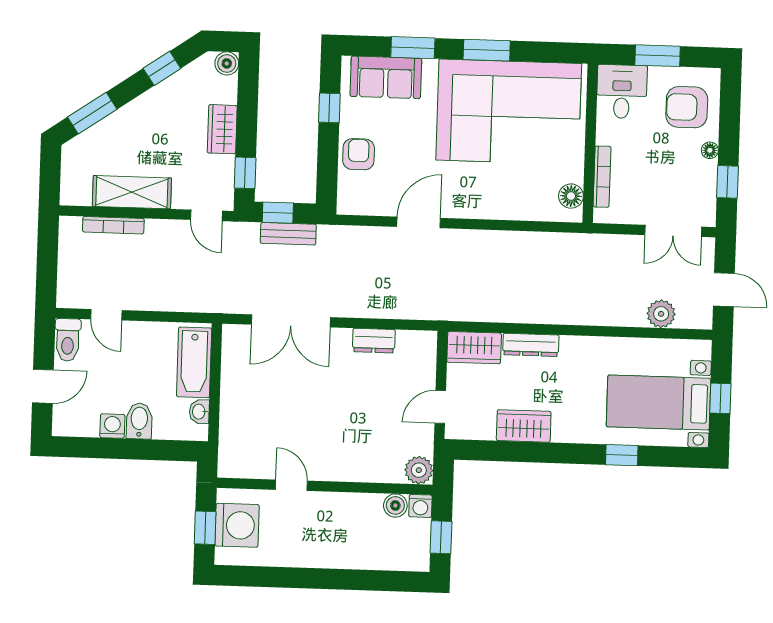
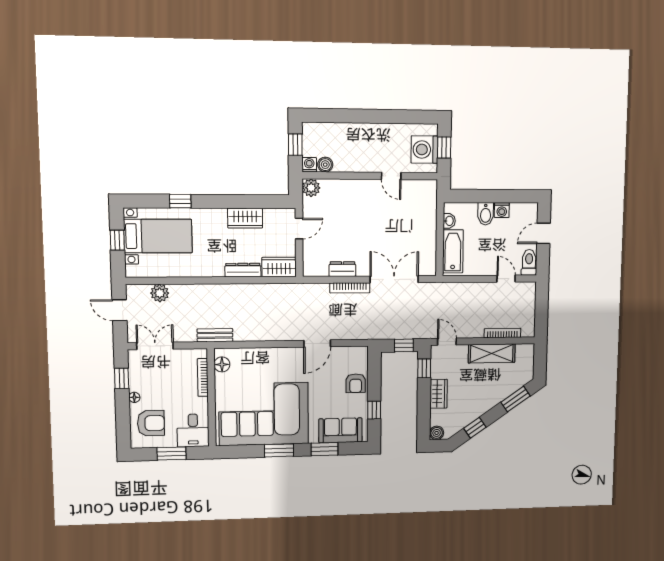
bench: (288, 234) -> (215, 335), moved
bookcase: (363, 310) -> (350, 288), added

